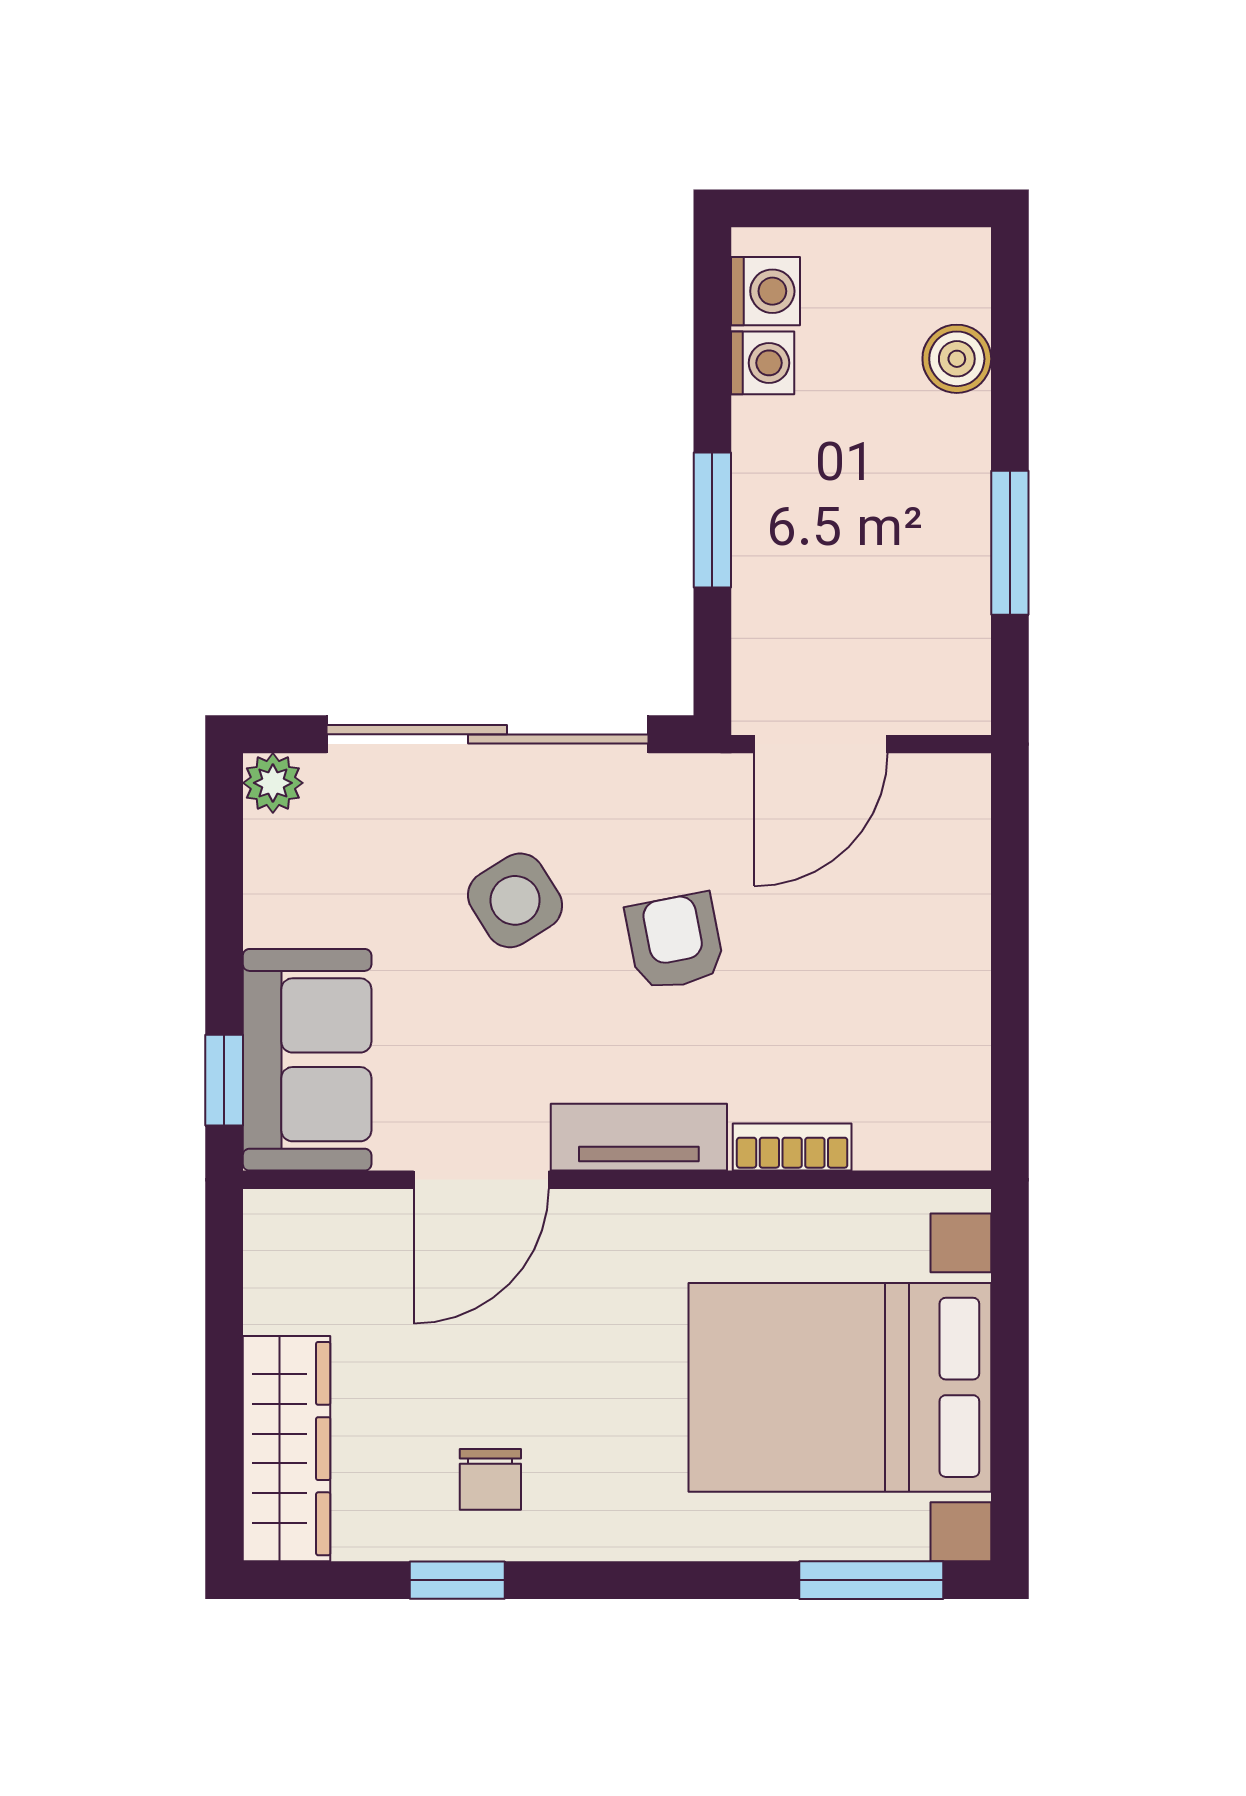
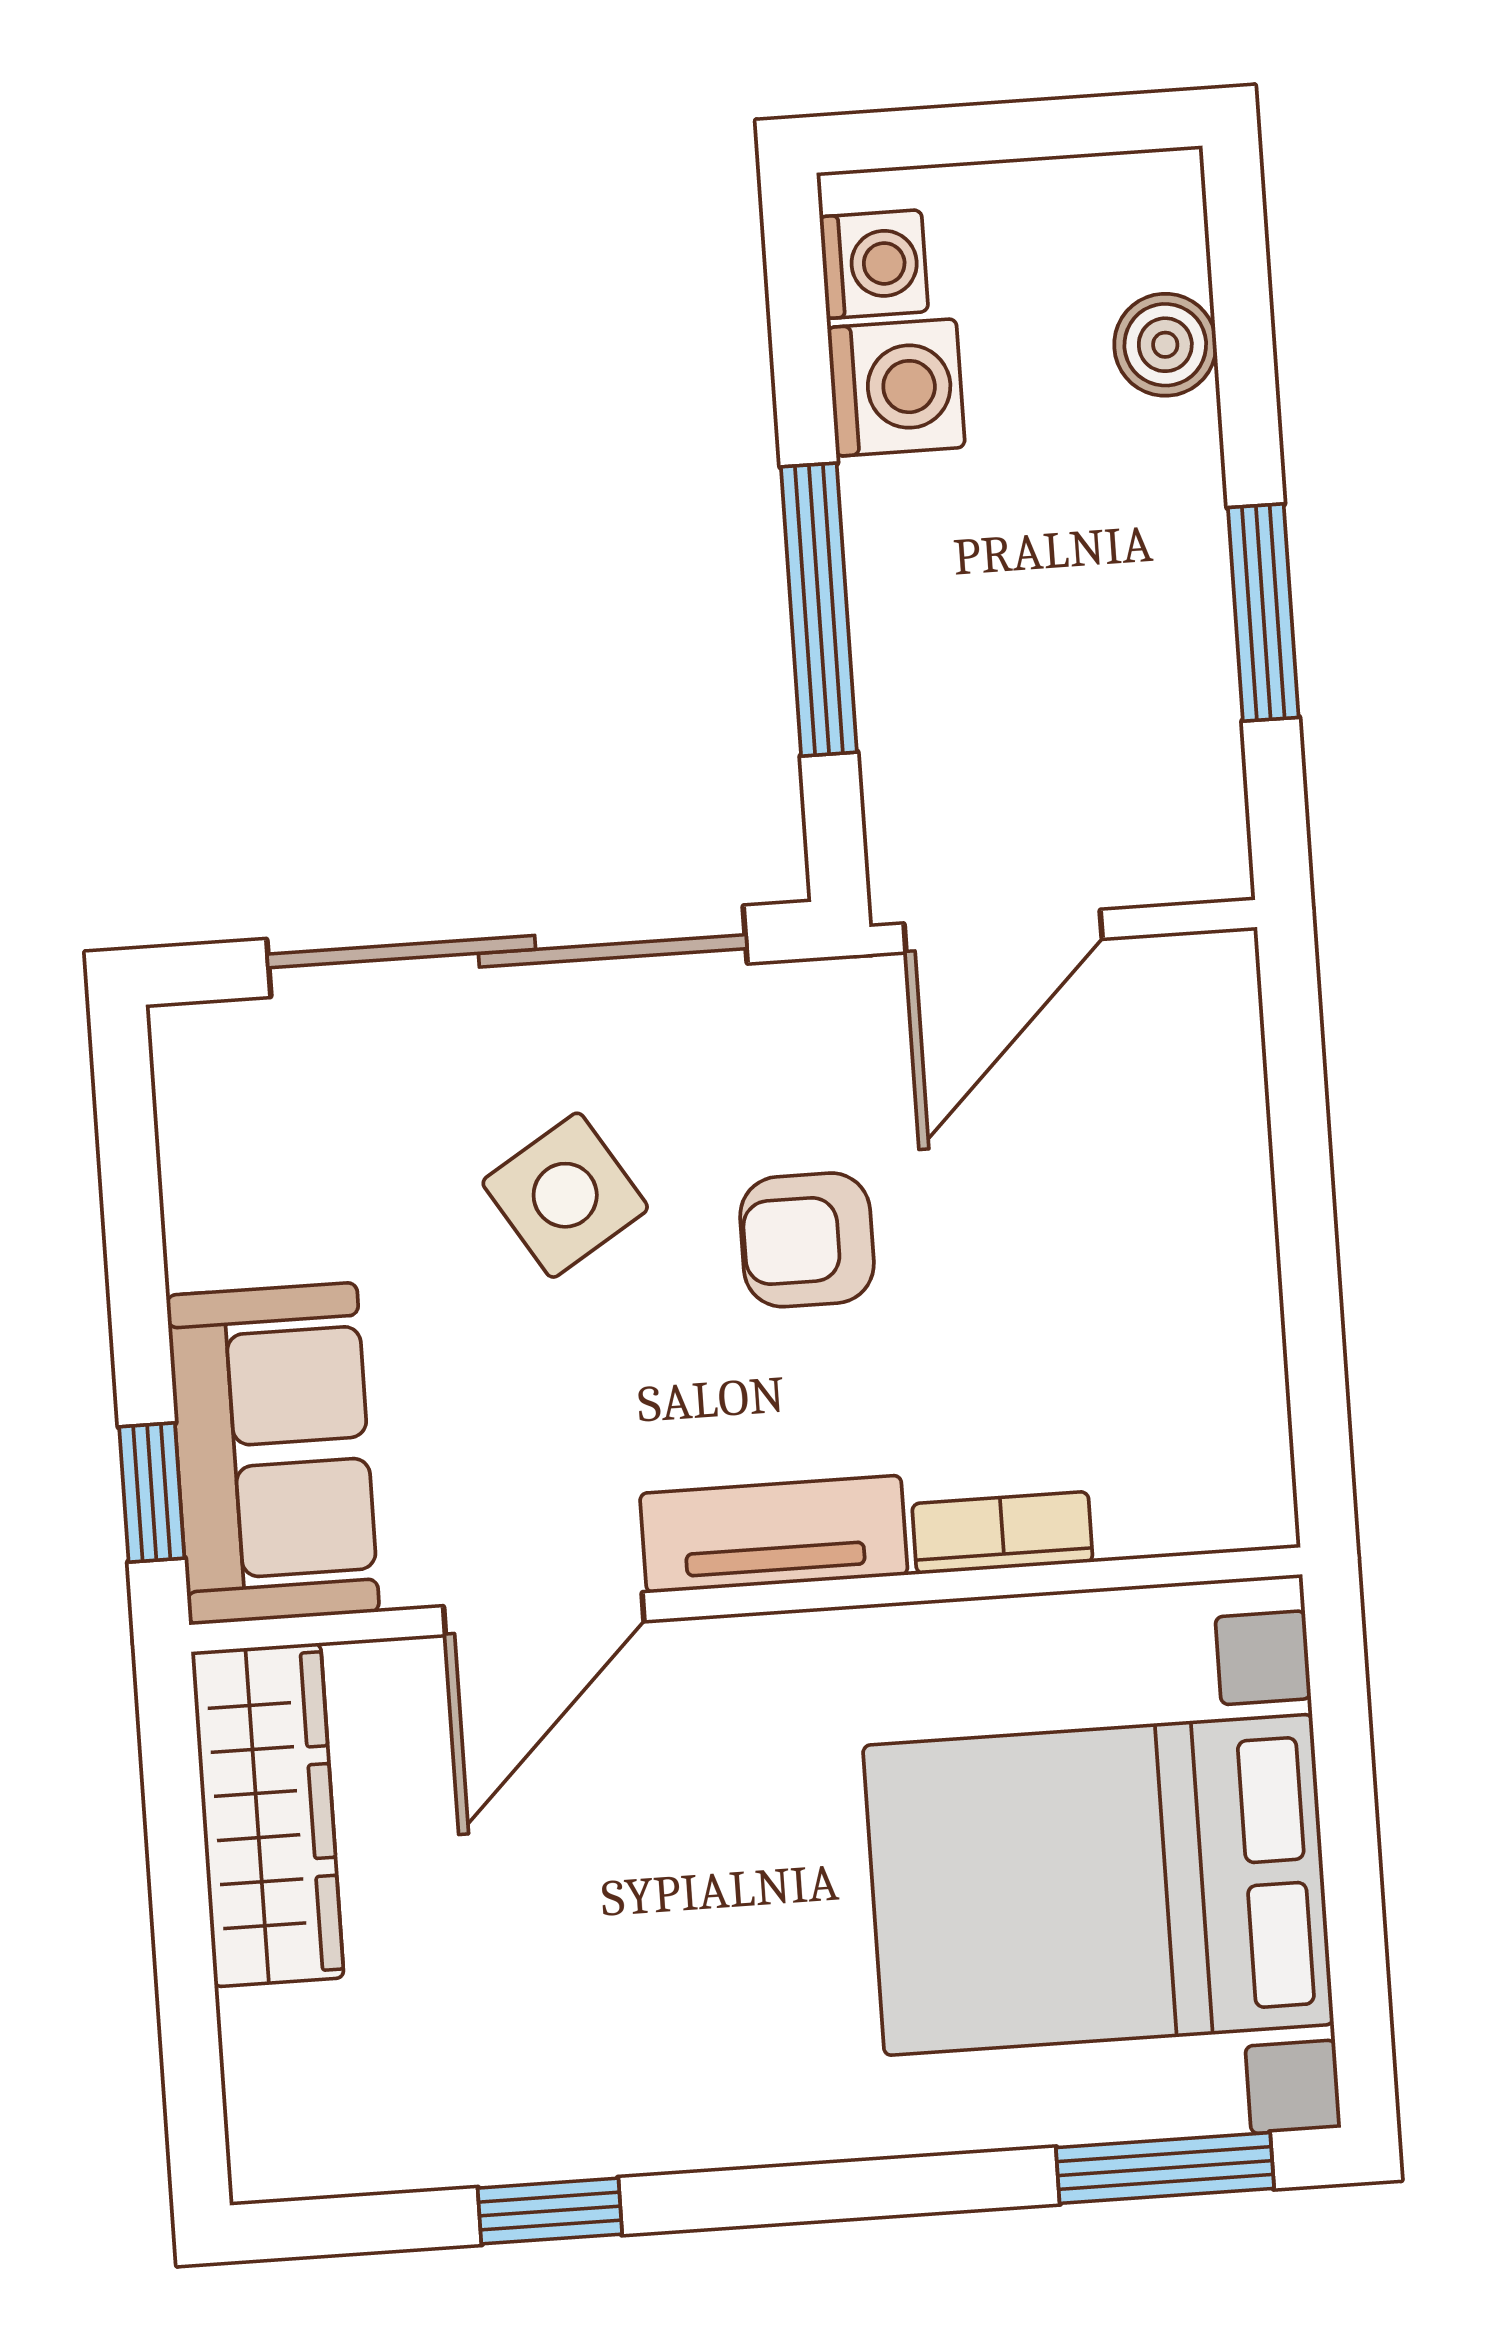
washing machine: (763, 363) -> (896, 387), width x1.38, depth x1.38
window: (712, 520) -> (819, 610), width x1.44
plant: (273, 783) -> (193, 1046), removed
armchair: (675, 942) -> (807, 1240), turned -79
wardrobe: (287, 1449) -> (267, 1815), moved
chair: (490, 1479) -> (589, 2058), removed

